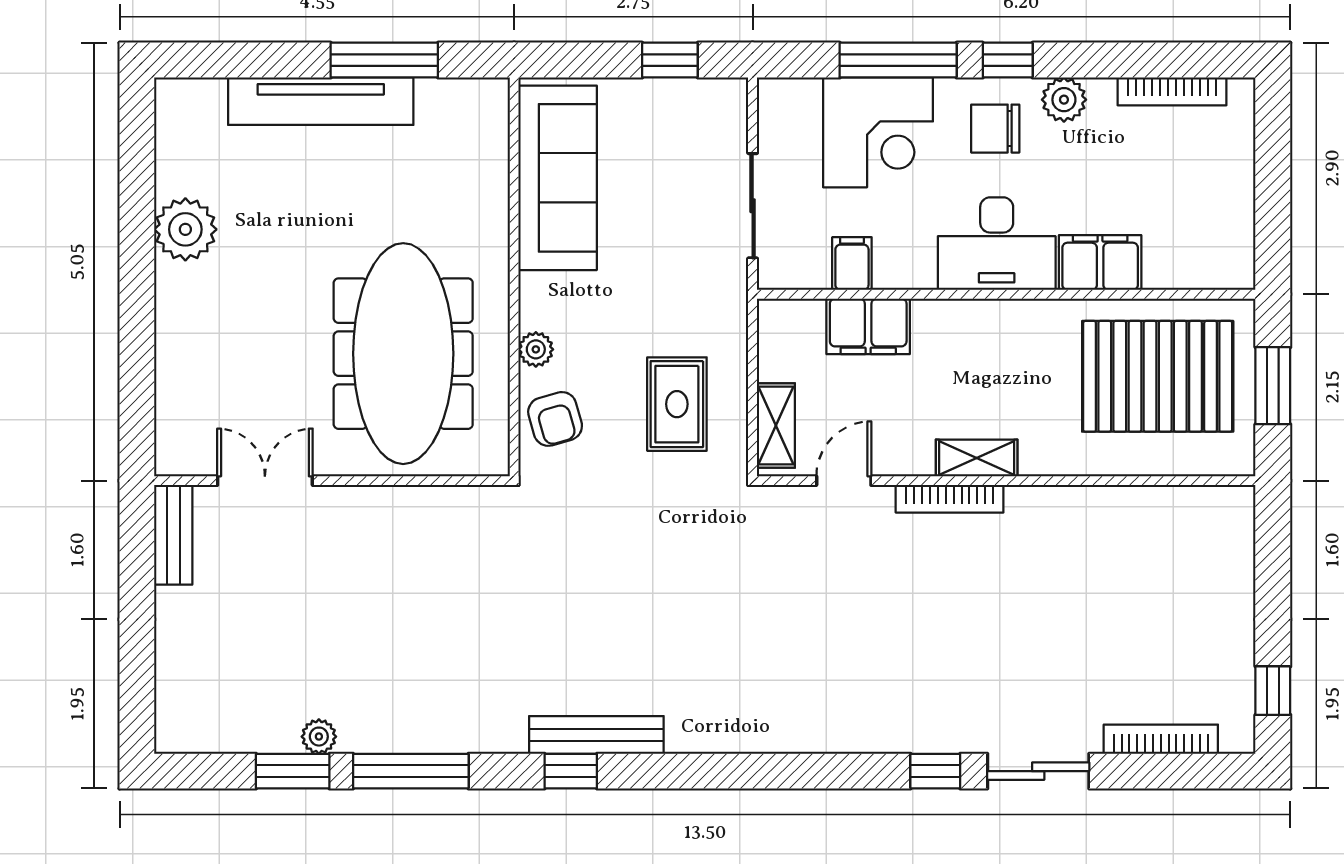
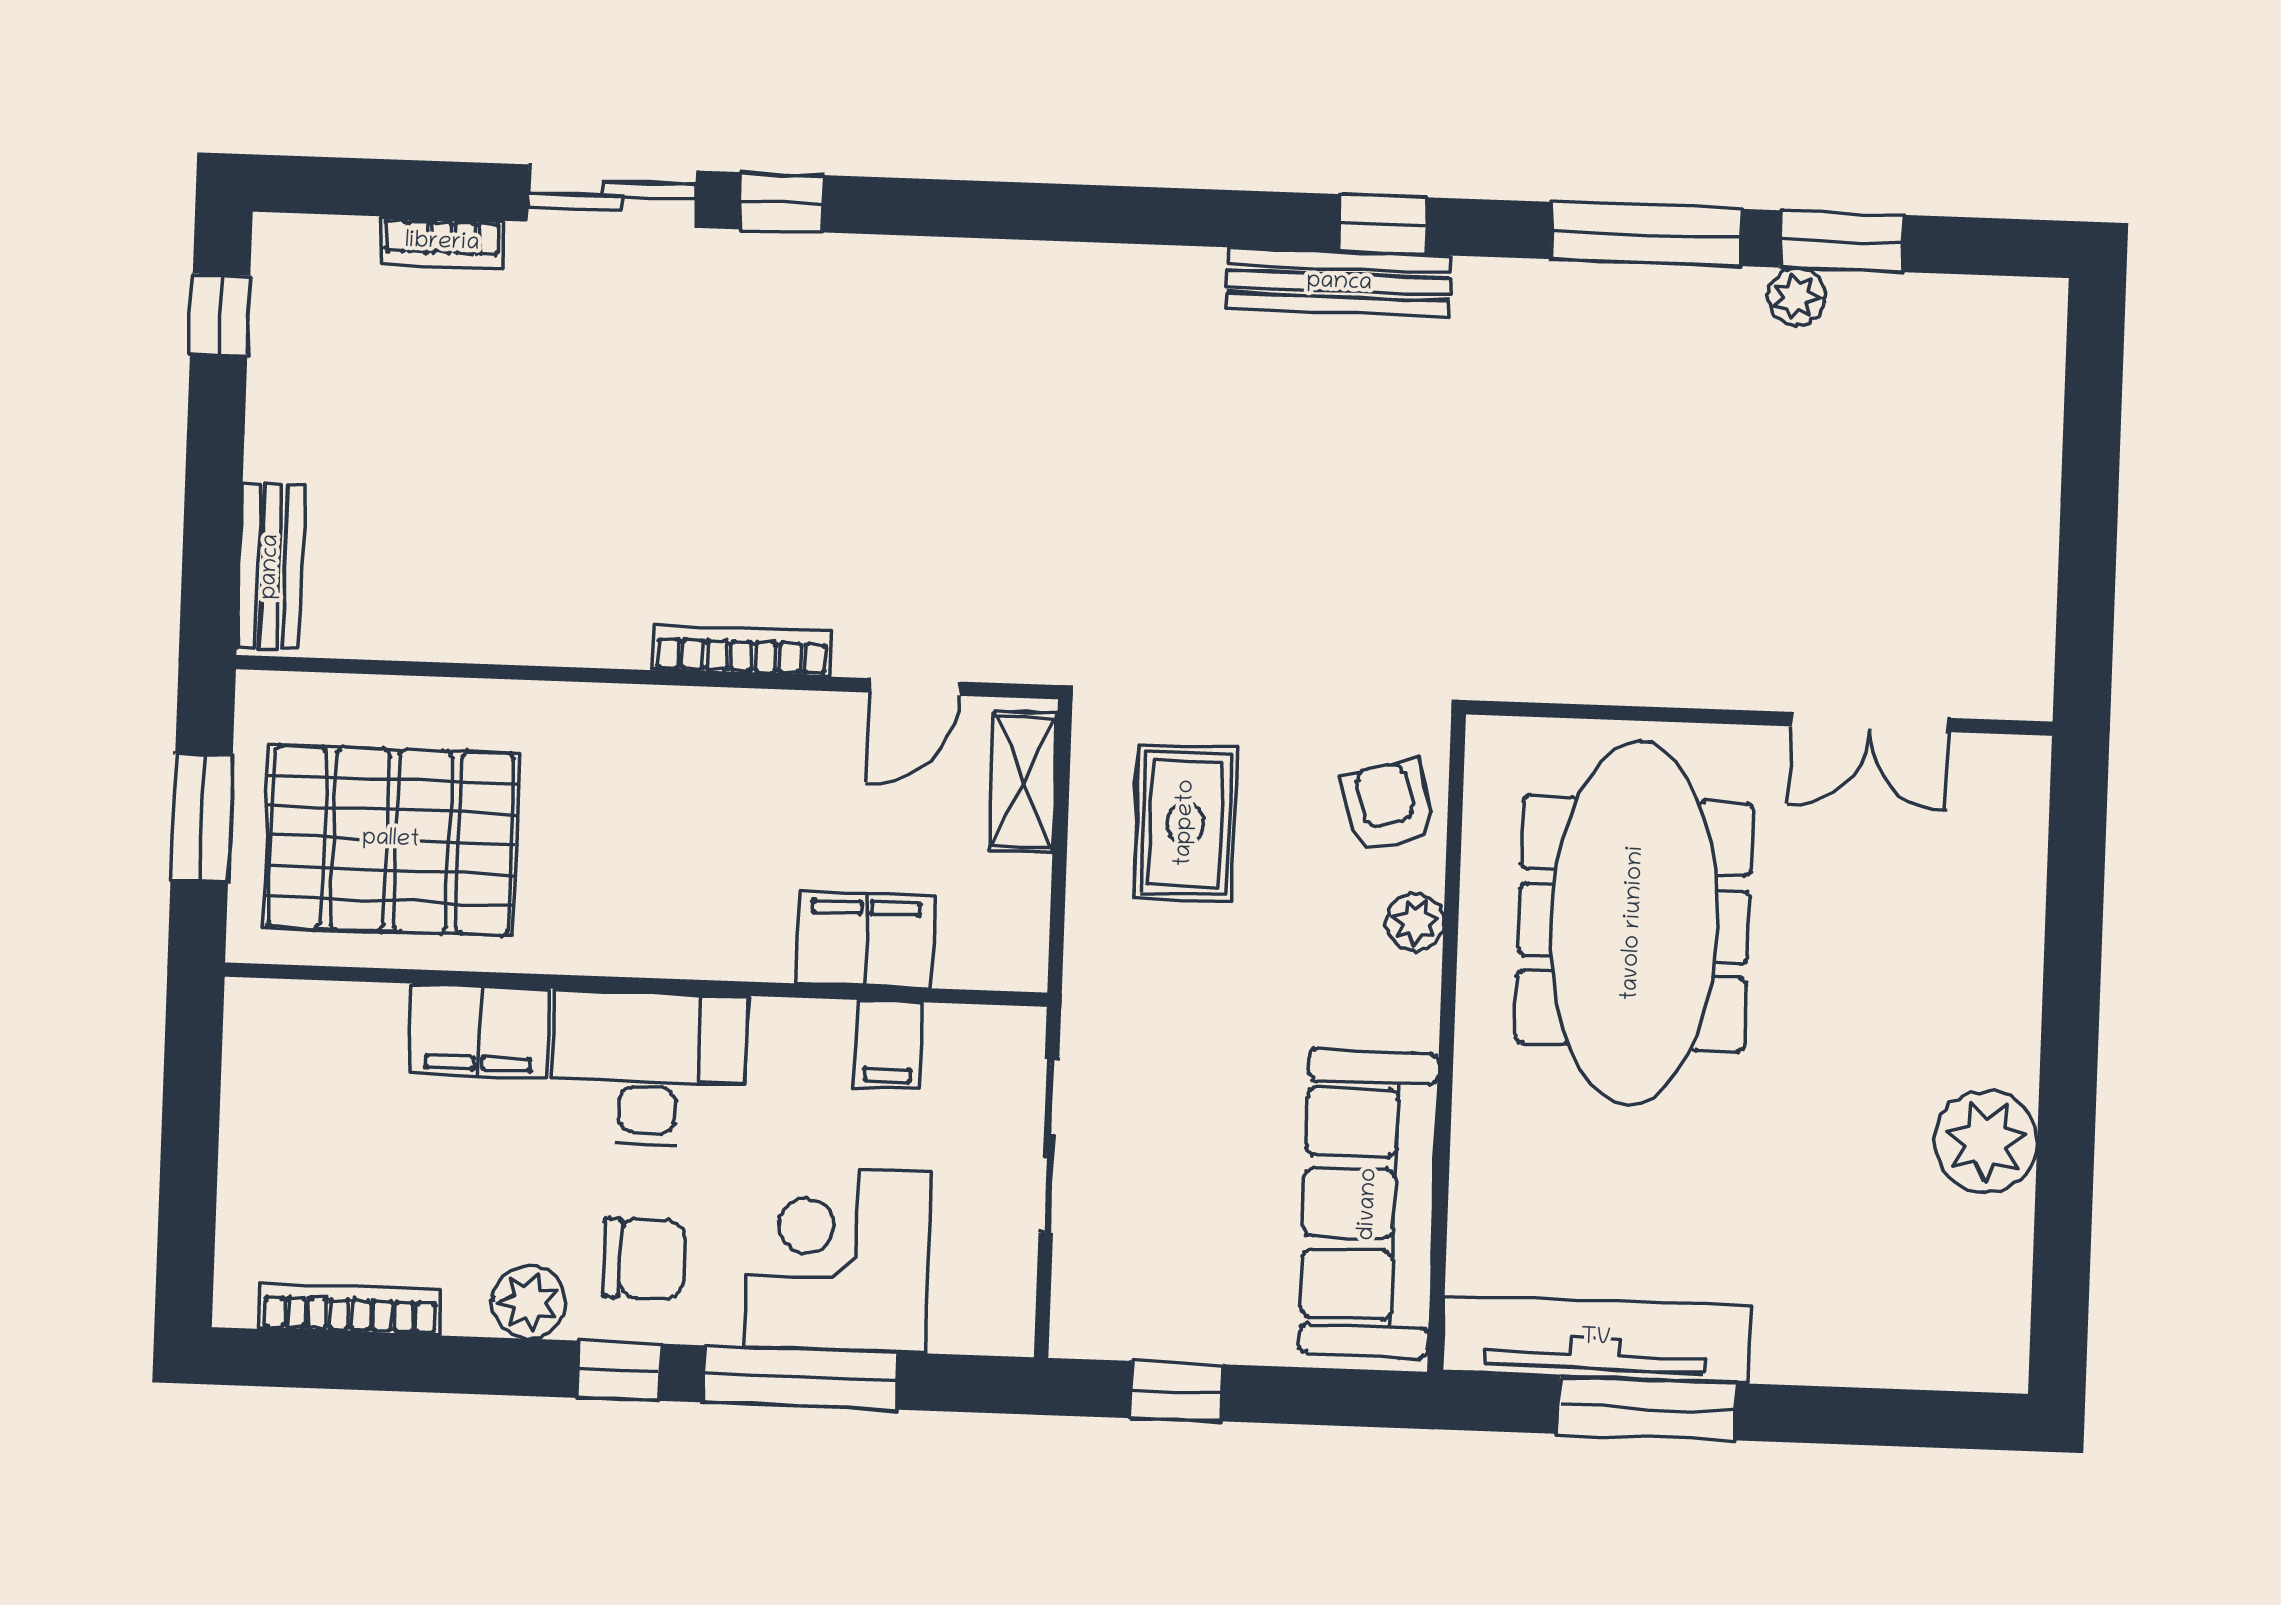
tv unit: (321, 101) -> (1596, 1339), moved
shelving: (977, 458) -> (695, 716), removed
bench: (173, 535) -> (271, 567), moved
bookcase: (1161, 739) -> (442, 243), width x0.64

